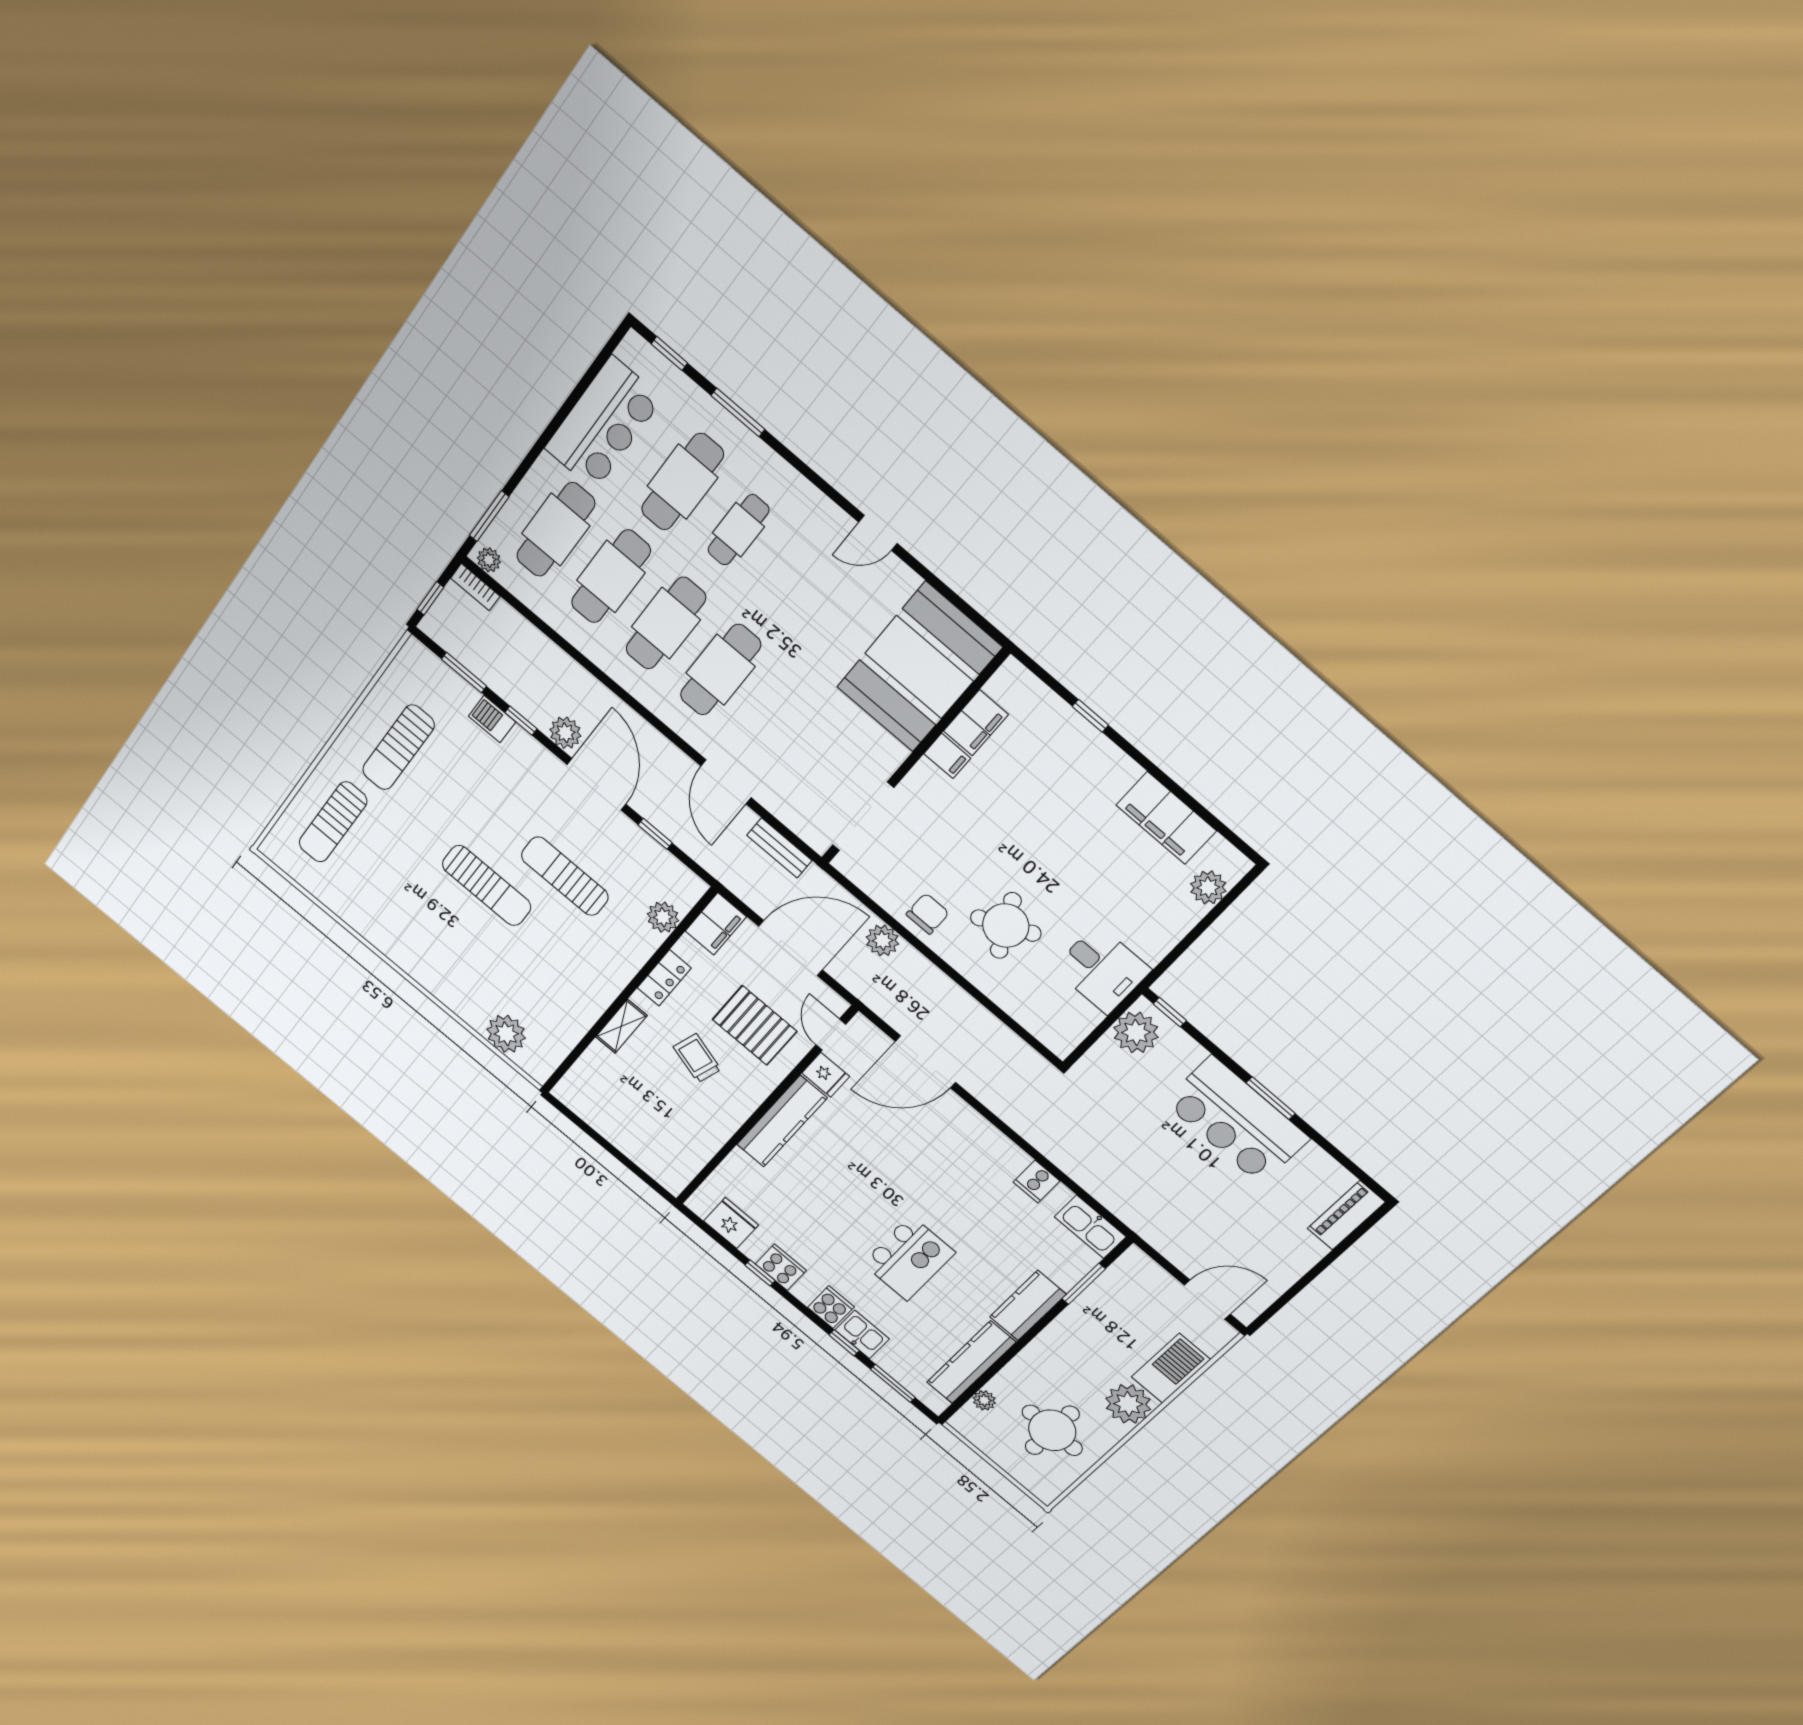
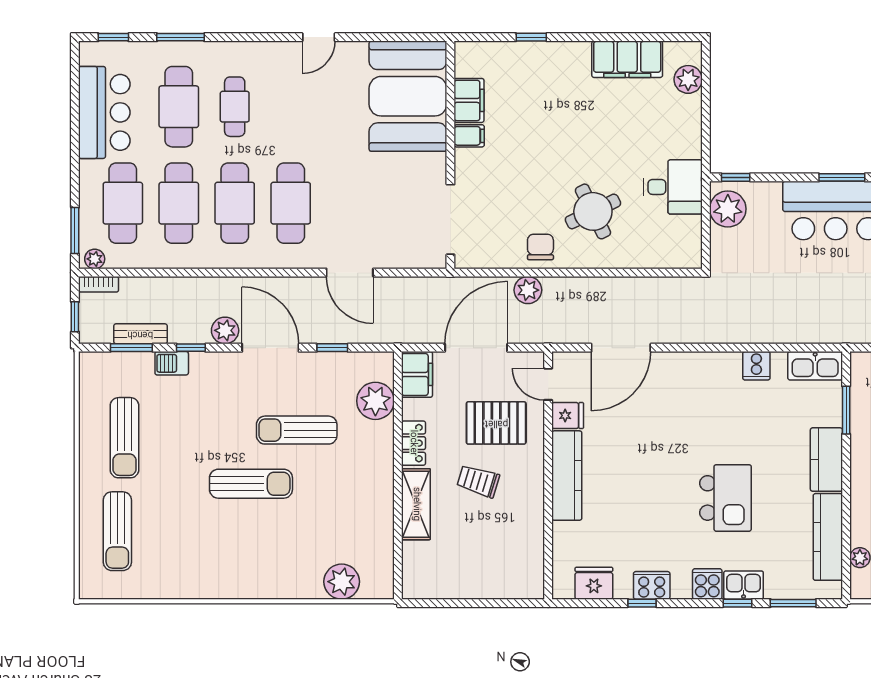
bench: (779, 848) -> (140, 334), moved
plant: (663, 917) -> (375, 401), width x1.36, depth x1.36
shelving: (621, 1026) -> (416, 504), width x1.50, depth x1.33

